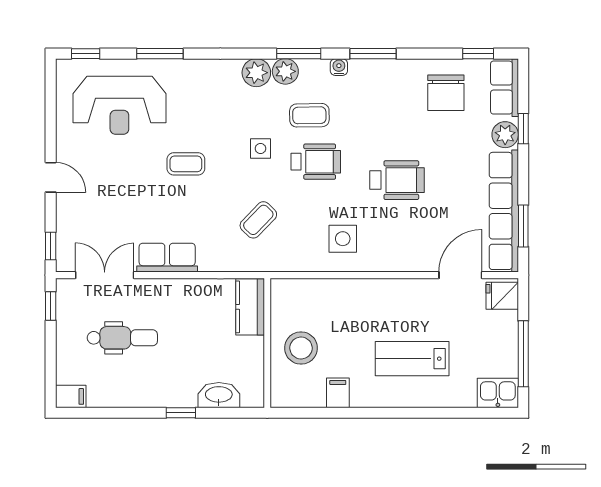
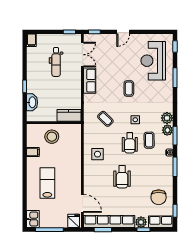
chair: (446, 93) -> (159, 197), turned -90

